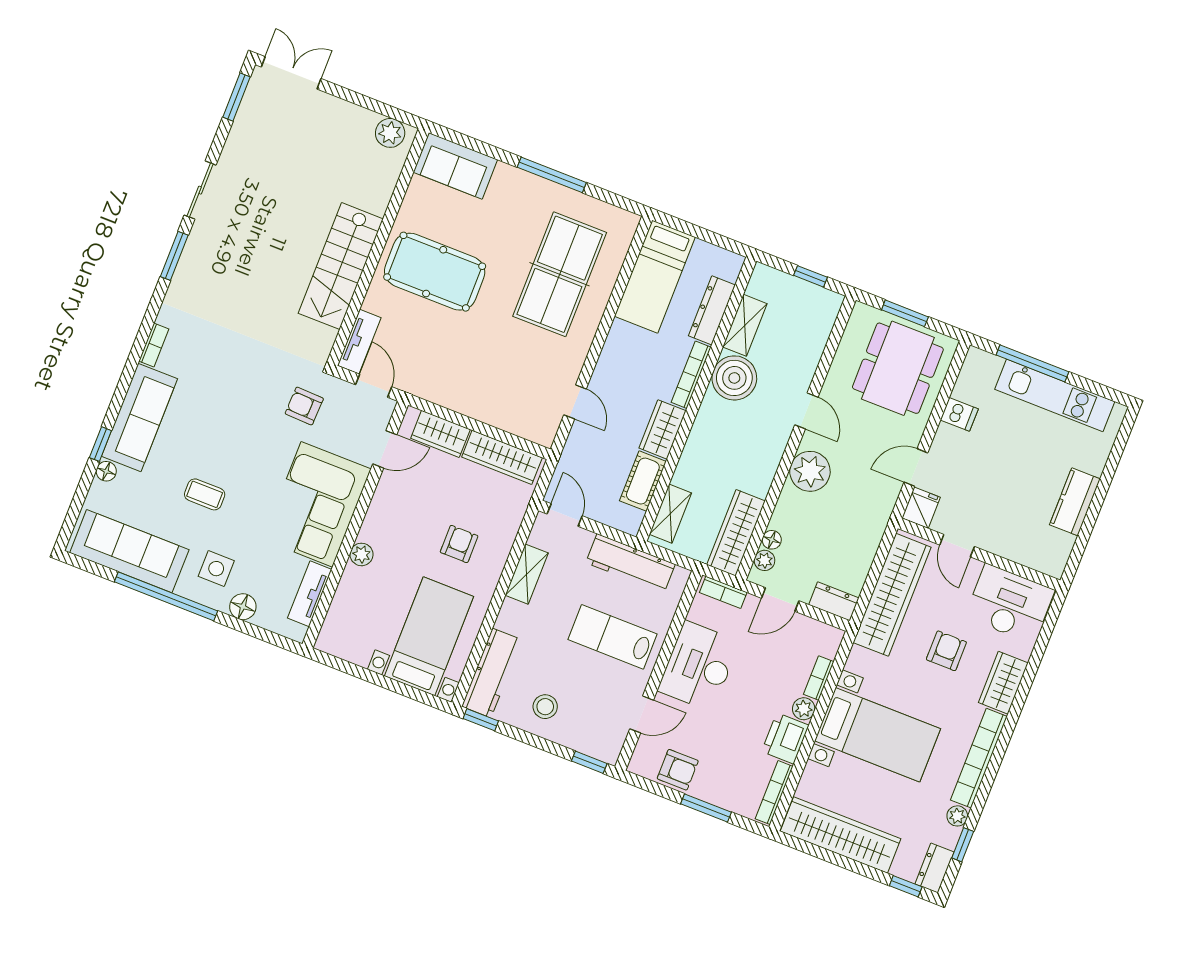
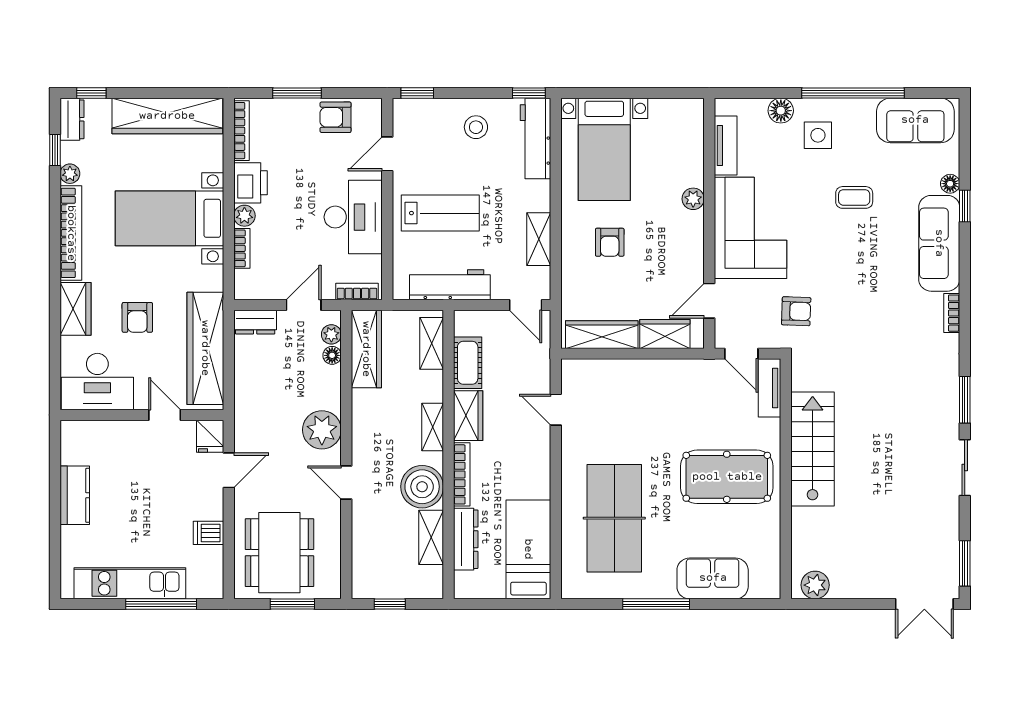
sofa: (455, 166) -> (713, 578), moved
shelving: (701, 432) -> (433, 427), added
sofa: (129, 551) -> (915, 120), width x0.73

